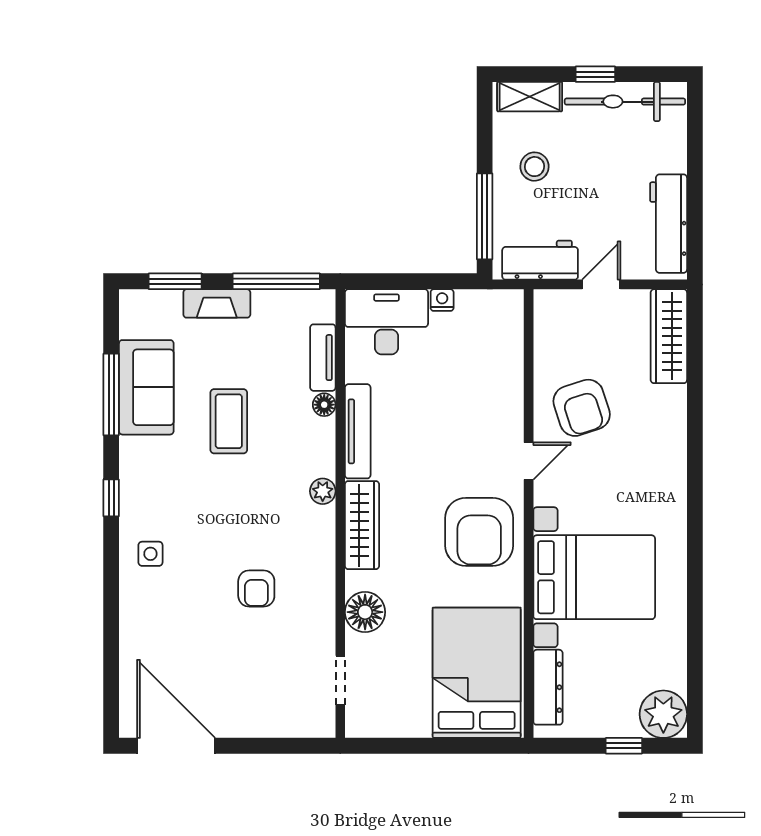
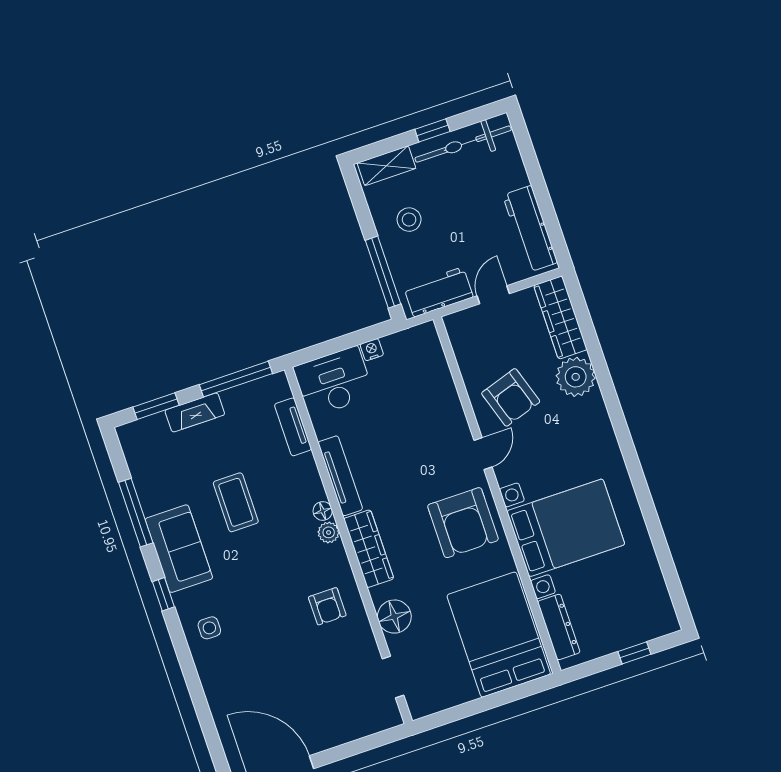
sofa: (146, 387) -> (179, 549), moved
floor lamp: (324, 405) -> (323, 511), moved
armchair: (256, 589) -> (327, 606), moved
plant: (663, 714) -> (576, 377), moved

